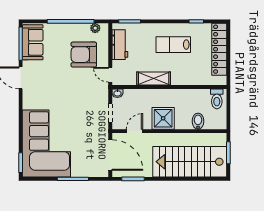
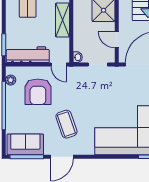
workbench: (120, 45) -> (28, 55), width x1.38
door: (110, 75) -> (59, 65), hinge flipped
coffee table: (52, 82) -> (66, 124), added

